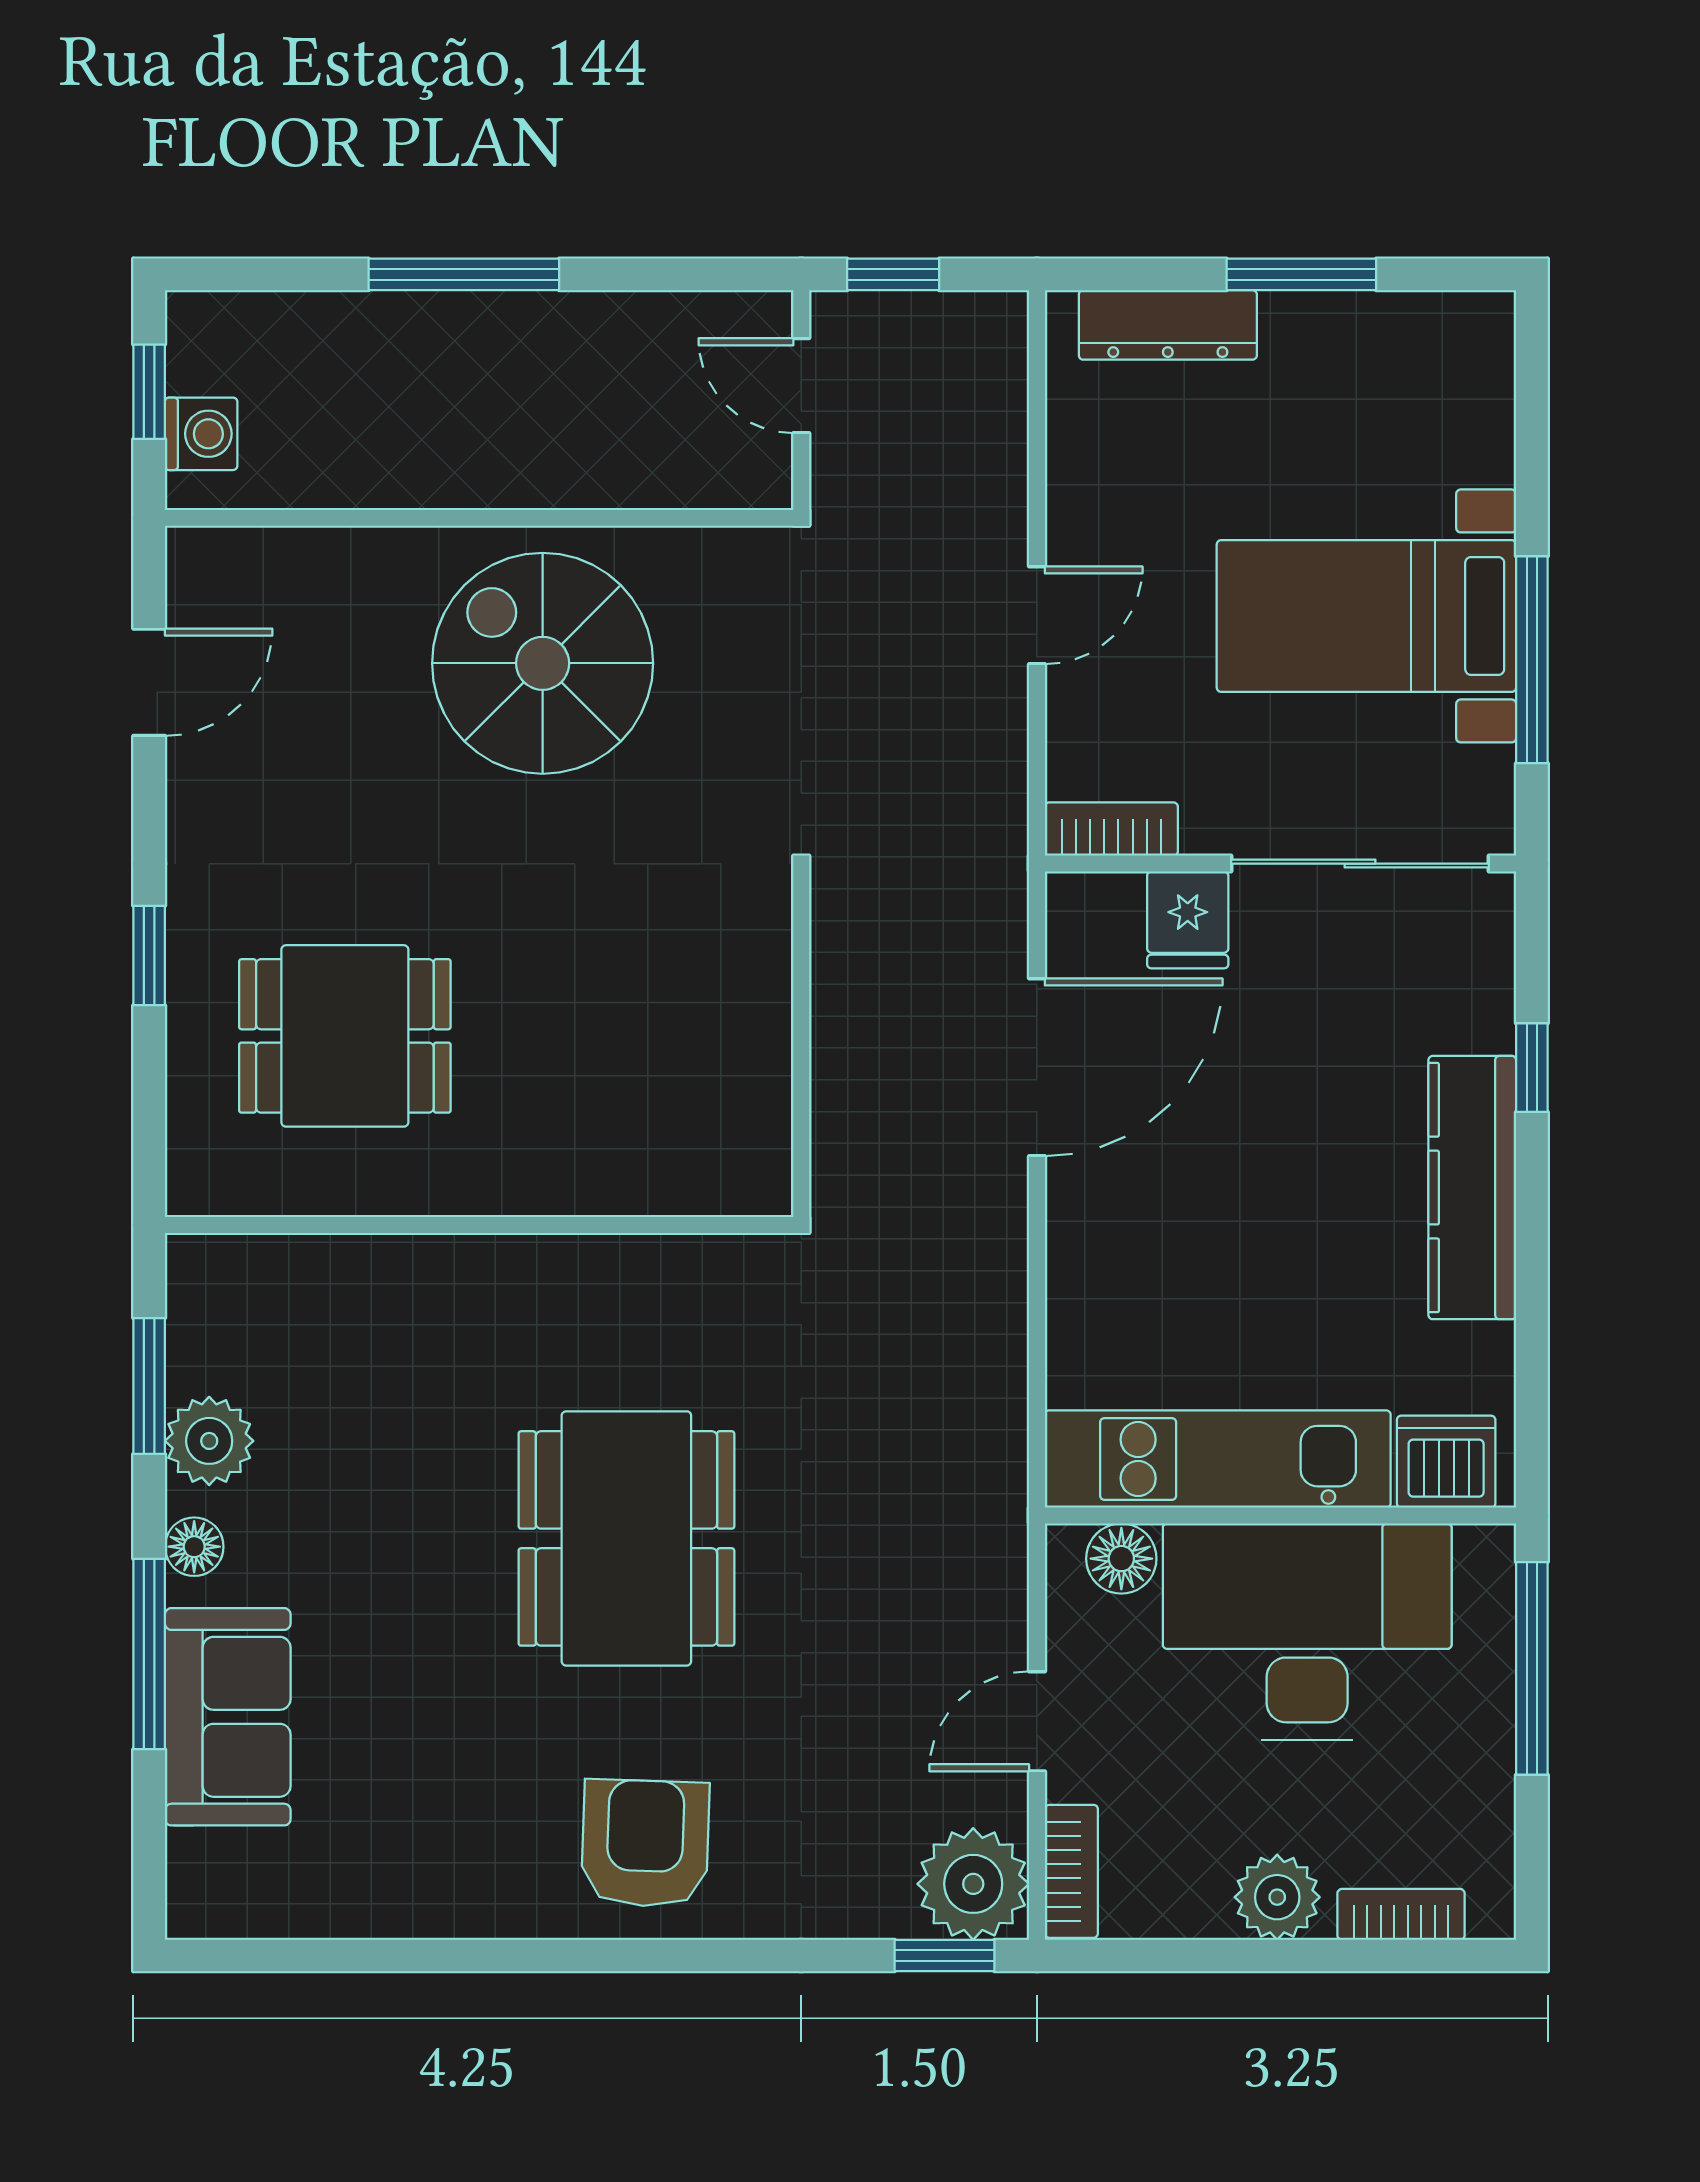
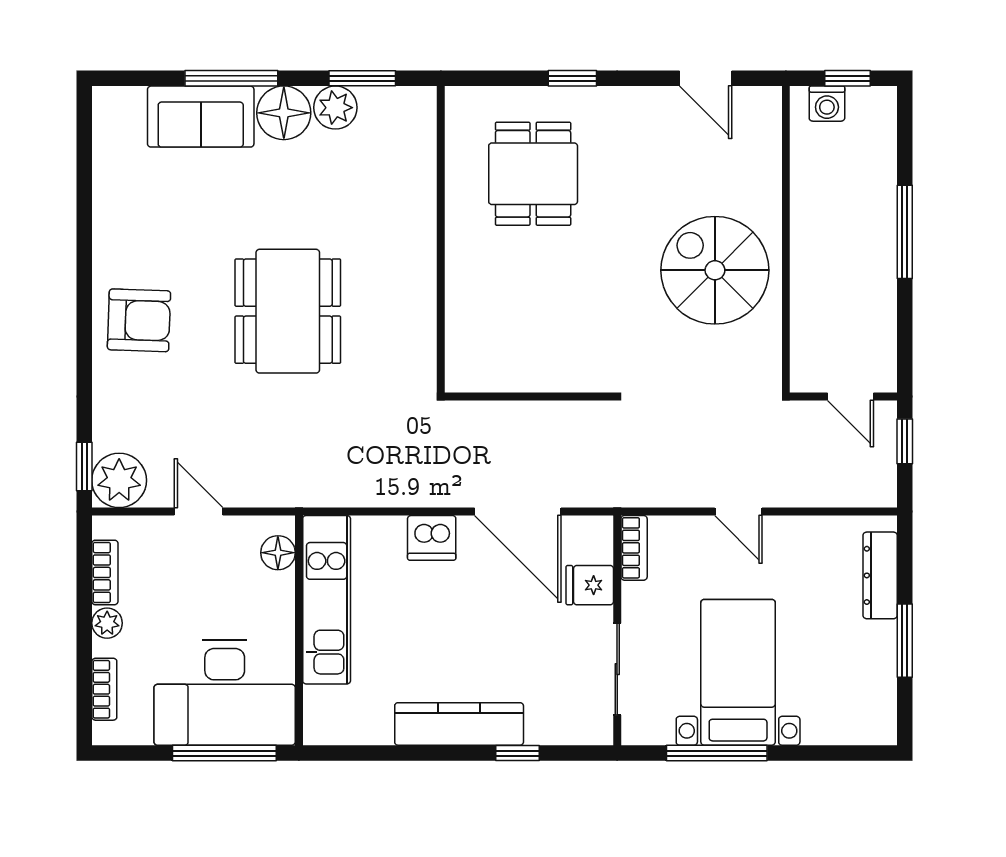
door: (801, 386) -> (850, 396), swing flipped
spiral stairs: (543, 663) -> (715, 270), turned -90
sliding door: (1360, 864) -> (617, 669), width x0.73
dishwasher: (1446, 1462) -> (432, 538), moved, turned 90
dining table: (626, 1538) -> (288, 311), turned 90
floor lamp: (194, 1547) -> (284, 113), width x1.89, depth x1.89
desk: (1307, 1632) -> (225, 693), moved, turned 90
bookcase: (1071, 1871) -> (105, 572), moved, turned -90
plant: (1277, 1897) -> (107, 623), width x0.73, depth x0.73

